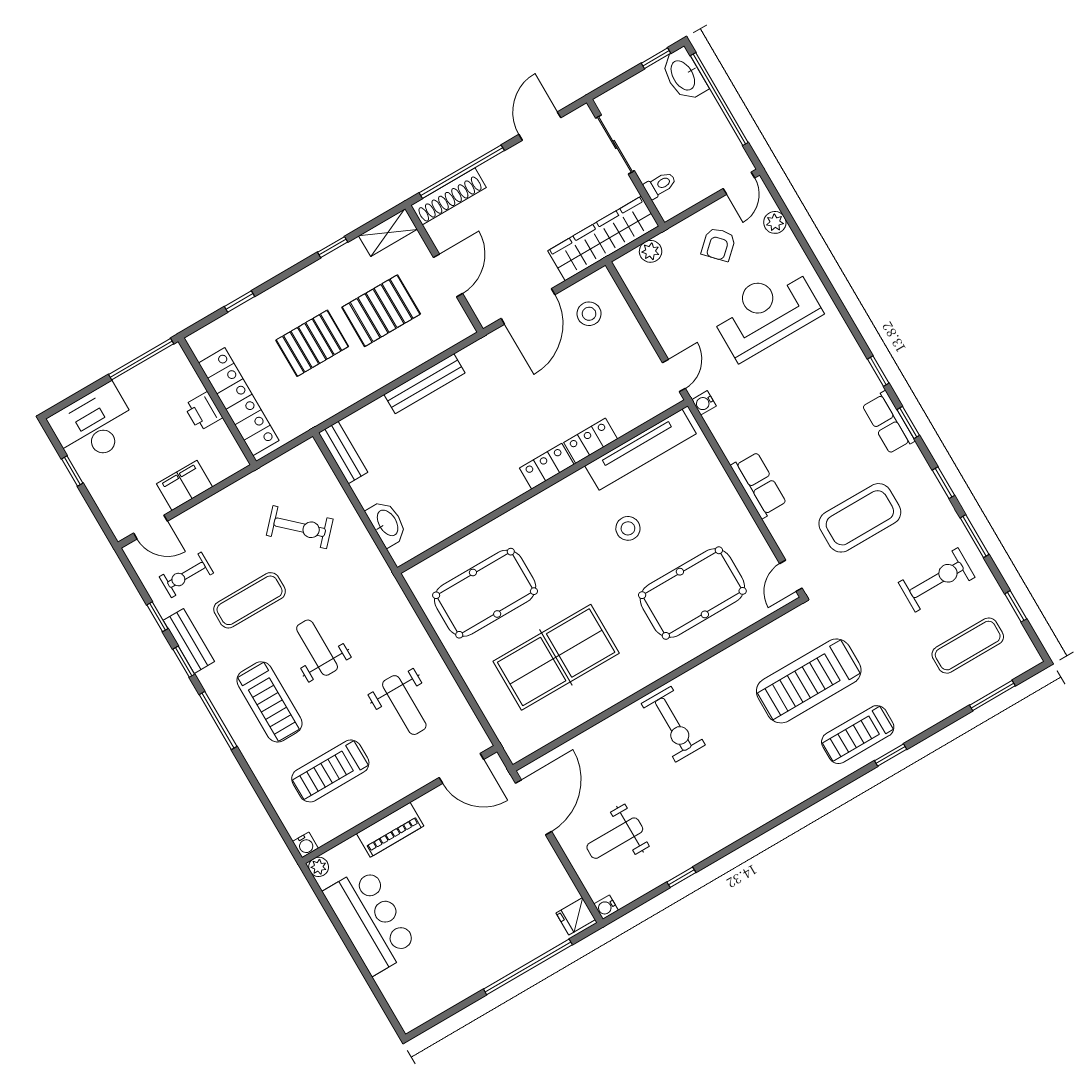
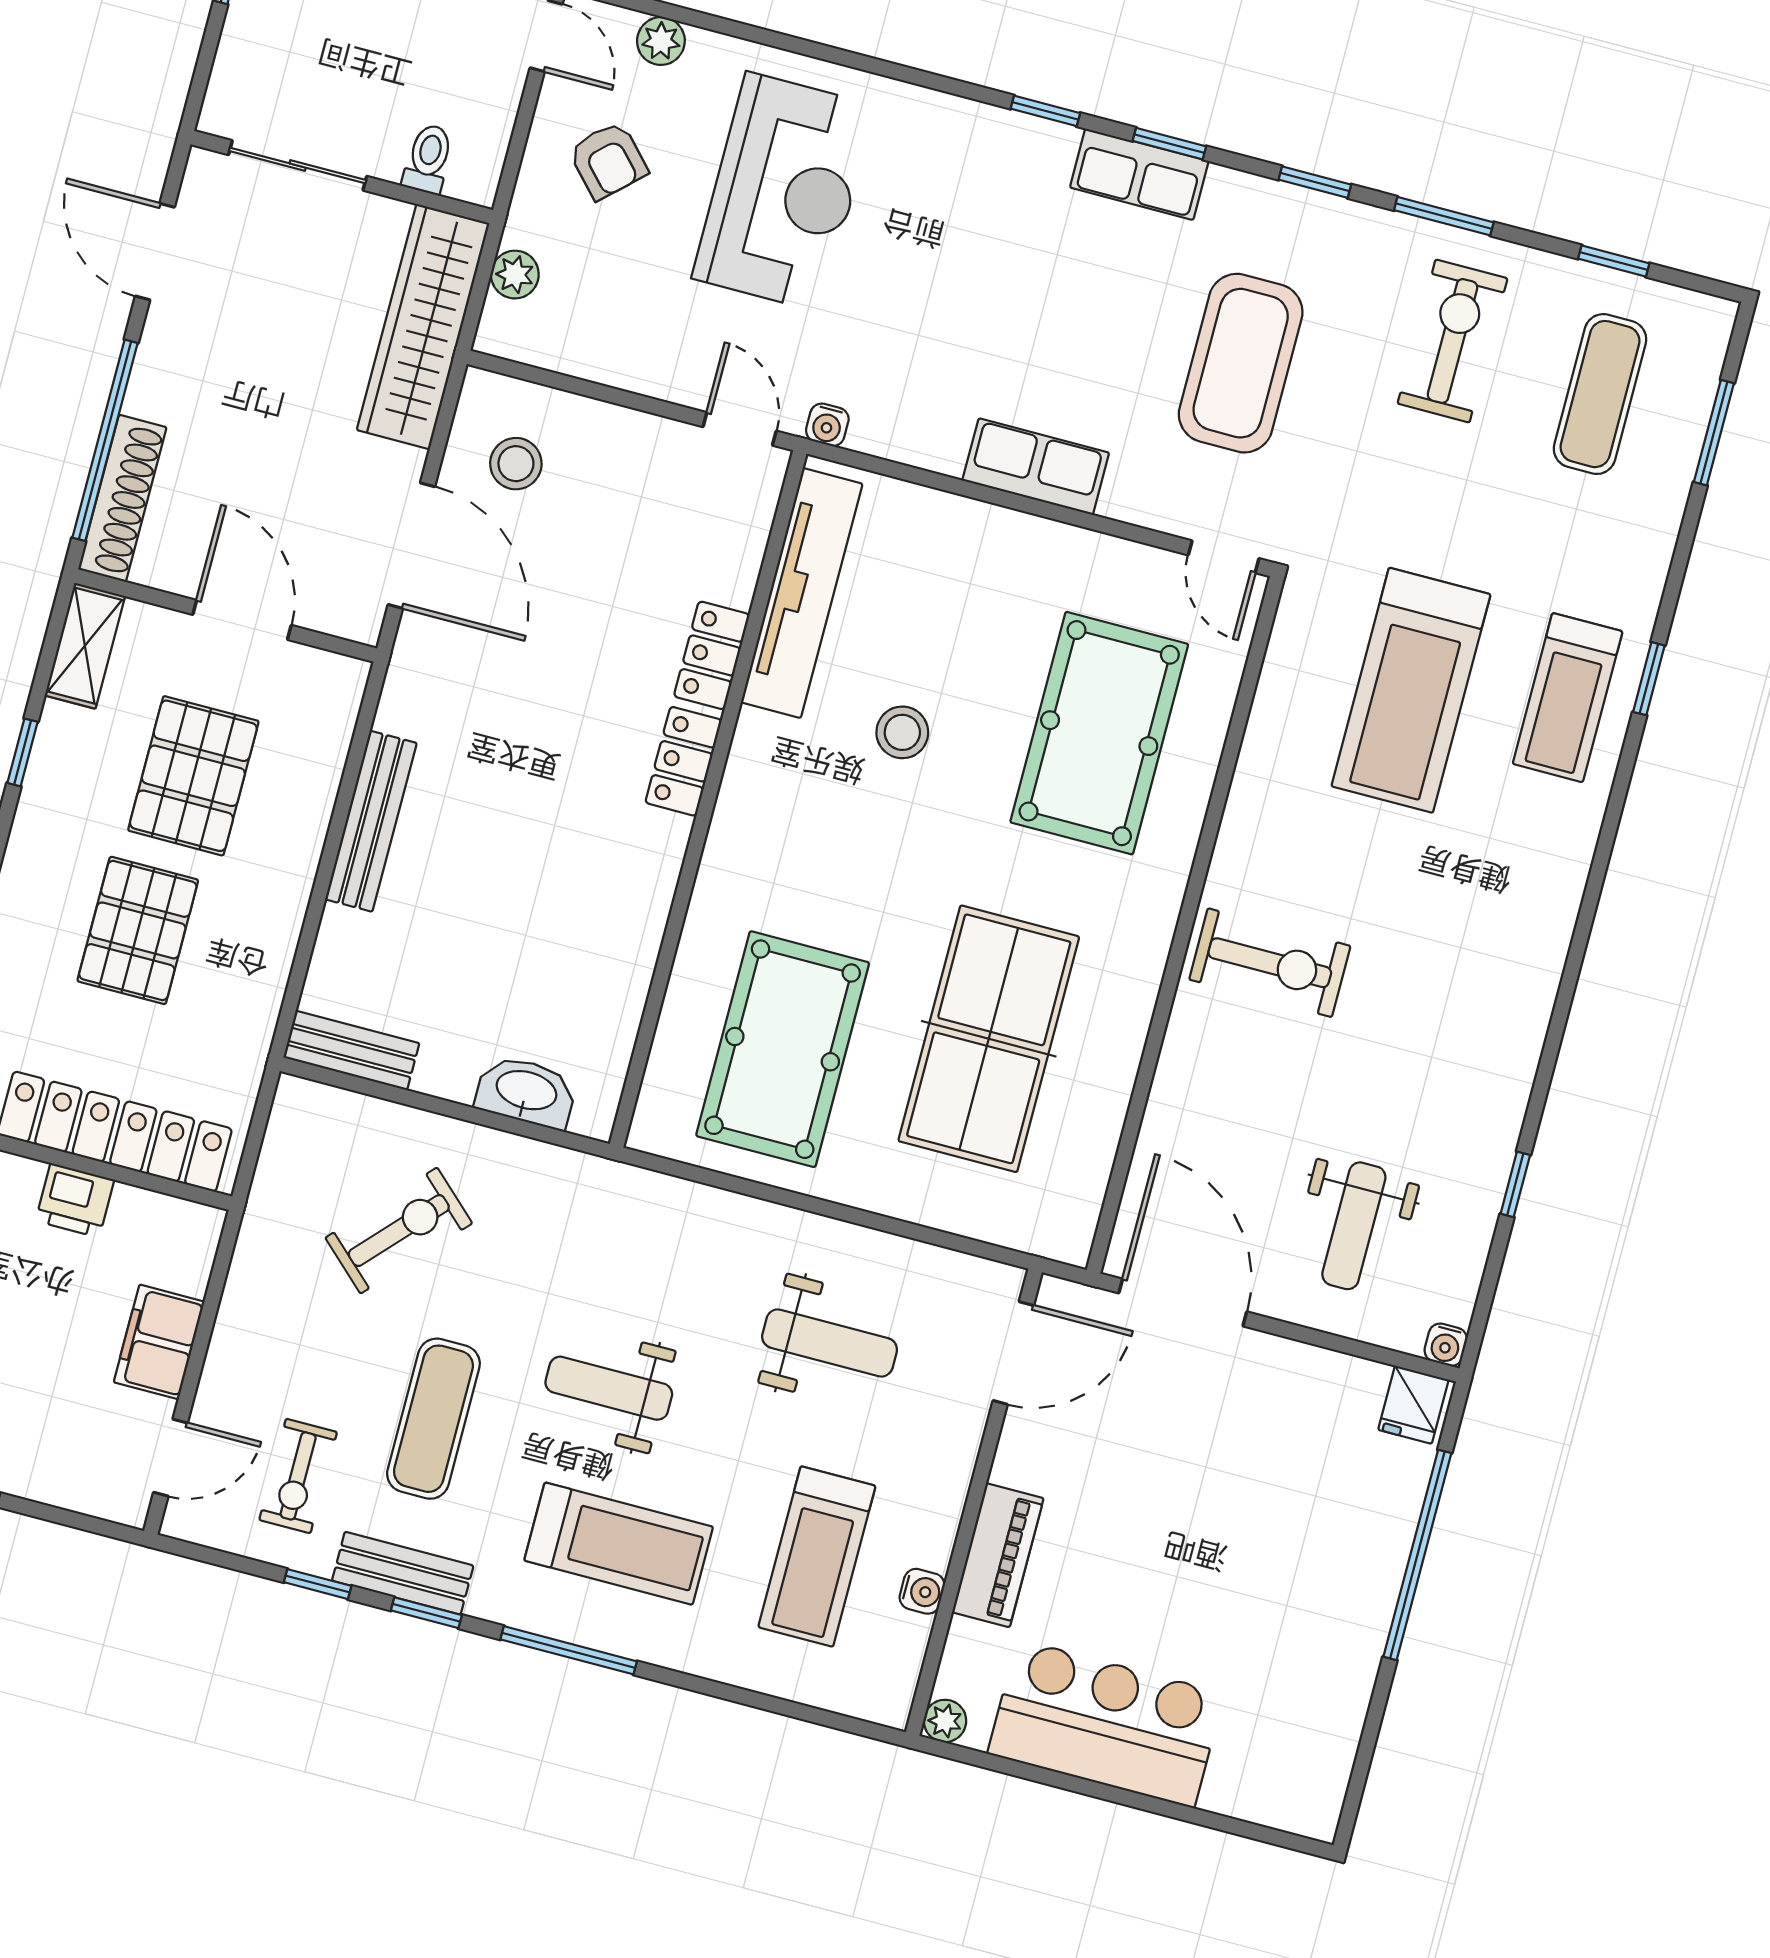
reception desk: (766, 312) -> (784, 192), turned 180
water cooler: (305, 845) -> (922, 1591), moved

